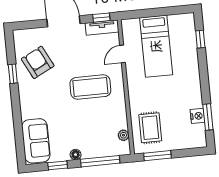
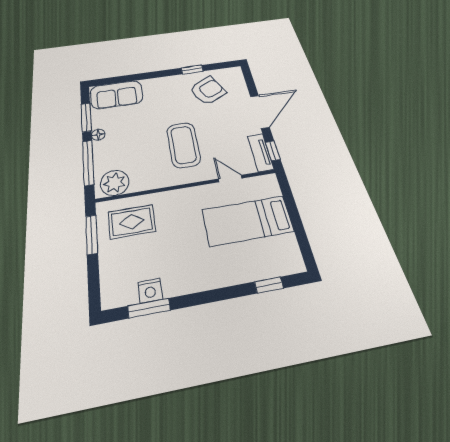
plant: (123, 135) -> (115, 183), width x1.87, depth x1.87
window: (58, 165) -> (86, 117), width x1.50

